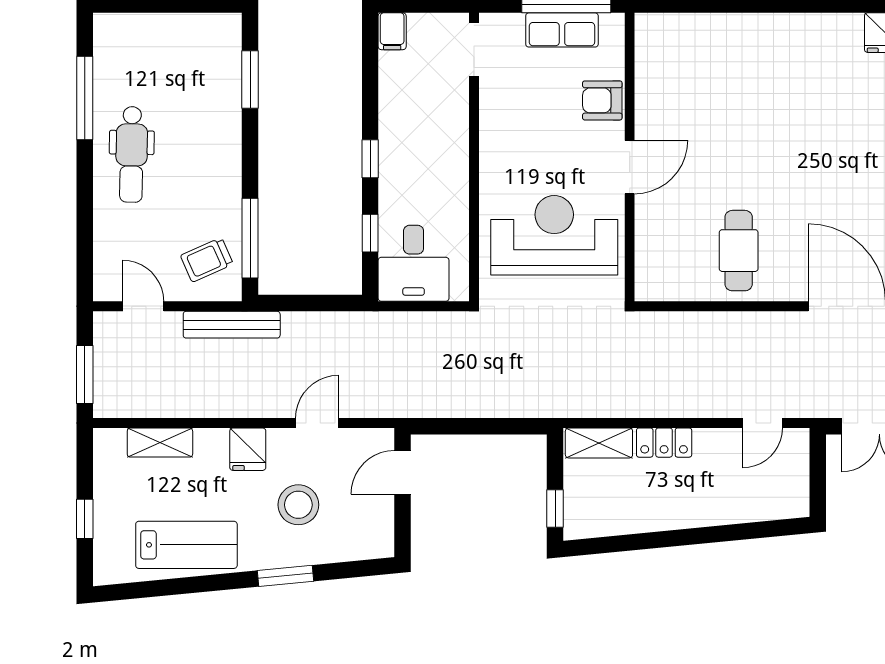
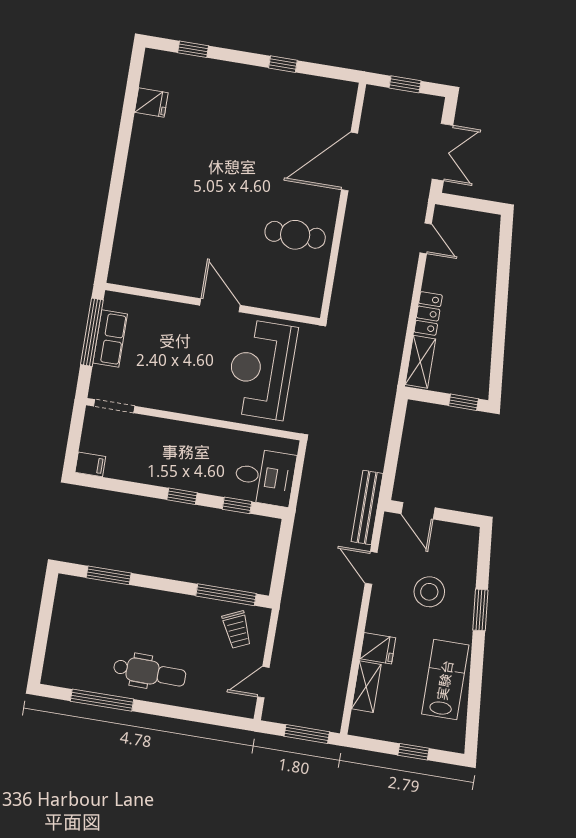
armchair: (602, 100) -> (167, 317), removed
bench: (232, 325) -> (367, 507), moved
fridge: (248, 449) -> (378, 648), moved

